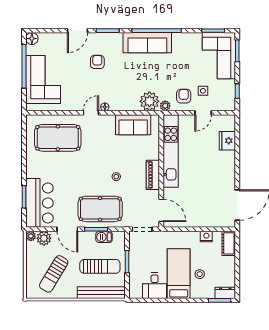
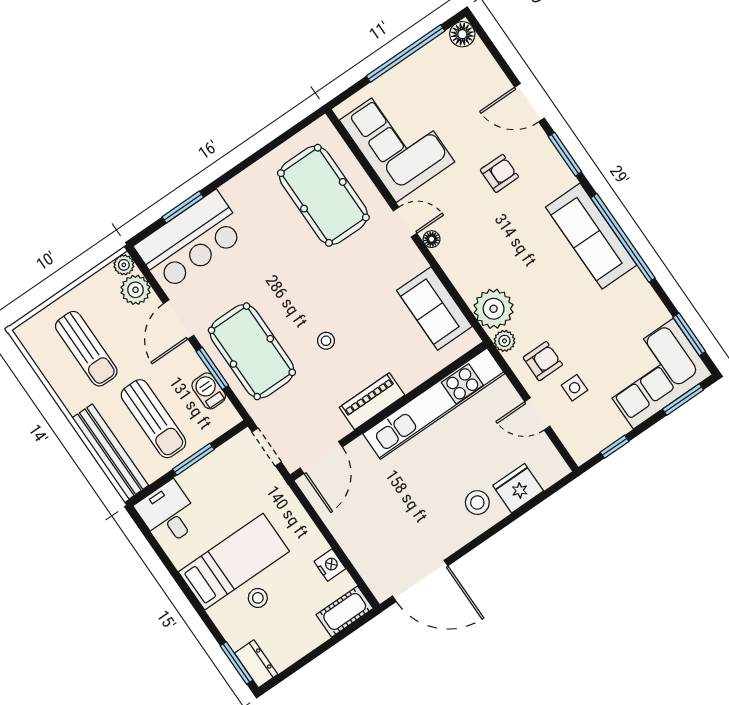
corner sofa: (43, 79) -> (397, 141), moved, turned -90
stool: (222, 161) -> (477, 503), added
sun lounger: (54, 274) -> (86, 349), turned -121
desk: (155, 286) -> (168, 514), moved, turned 90

